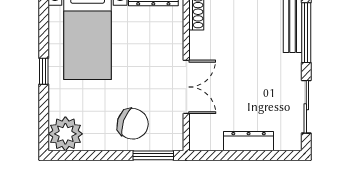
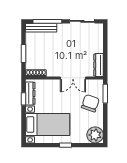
double door: (186, 87) -> (73, 78), swing flipped
dresser: (249, 141) -> (99, 65), moved

